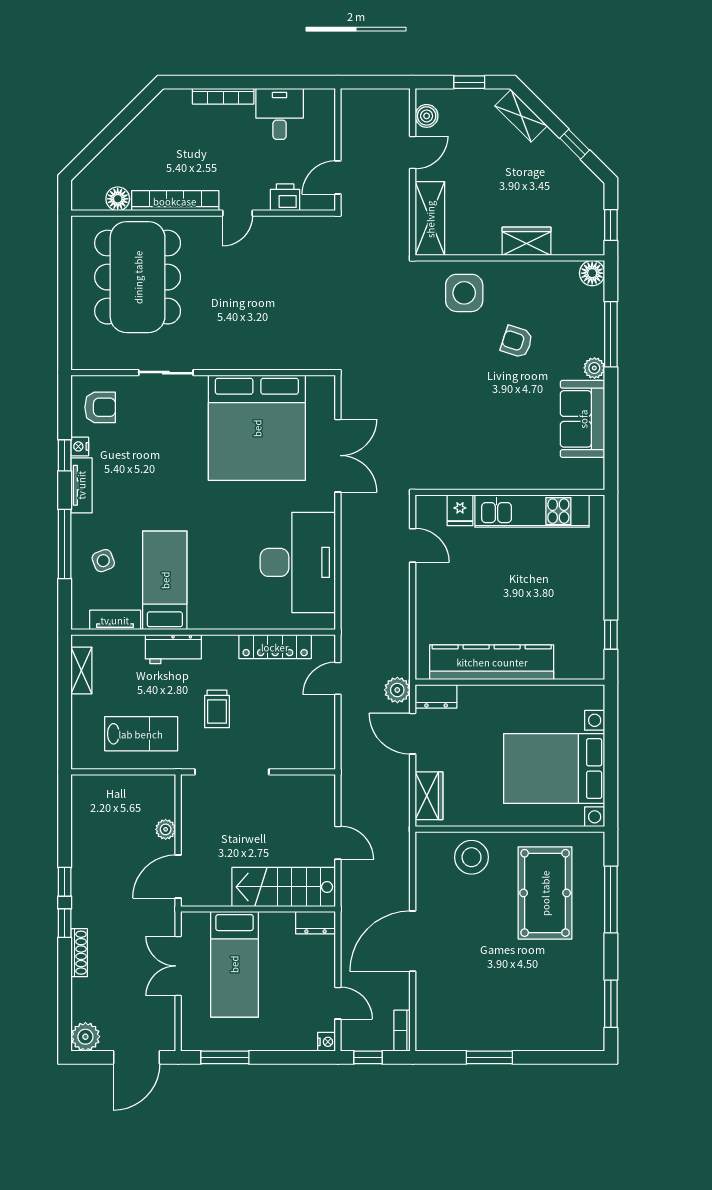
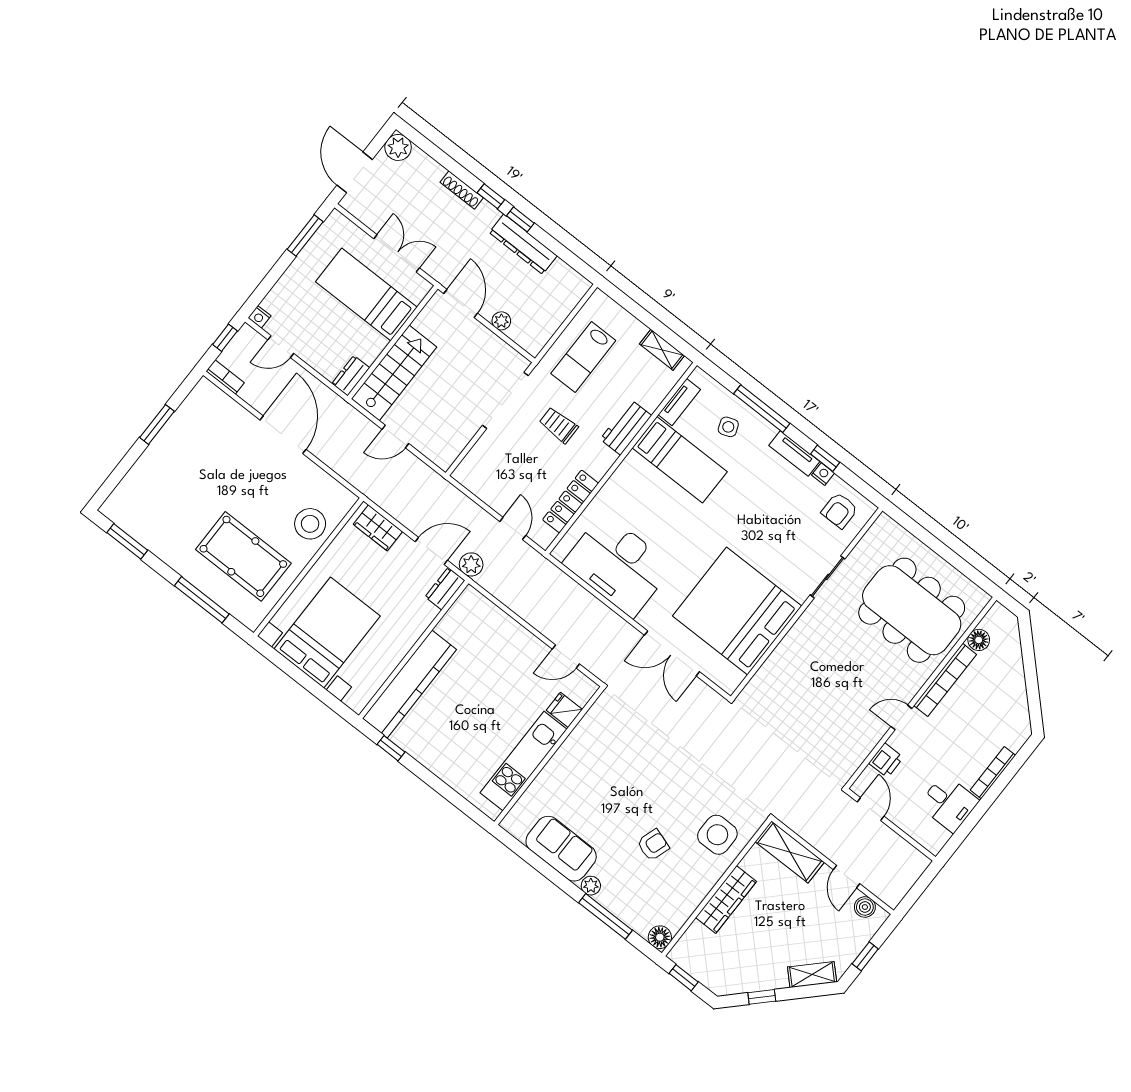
door: (237, 213) -> (901, 717), hinge flipped
wardrobe: (527, 241) -> (726, 899), width x1.50
kitchen counter: (492, 662) -> (410, 684), moved
dresser: (84, 863) -> (523, 244), added

